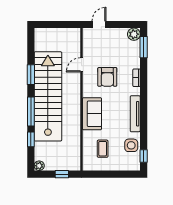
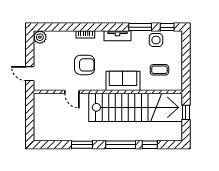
window: (144, 47) -> (140, 27), moved
stairs: (48, 96) -> (136, 107), moved, turned 180
tv unit: (135, 114) -> (117, 36), width x0.71
plant: (39, 166) -> (177, 136), removed

